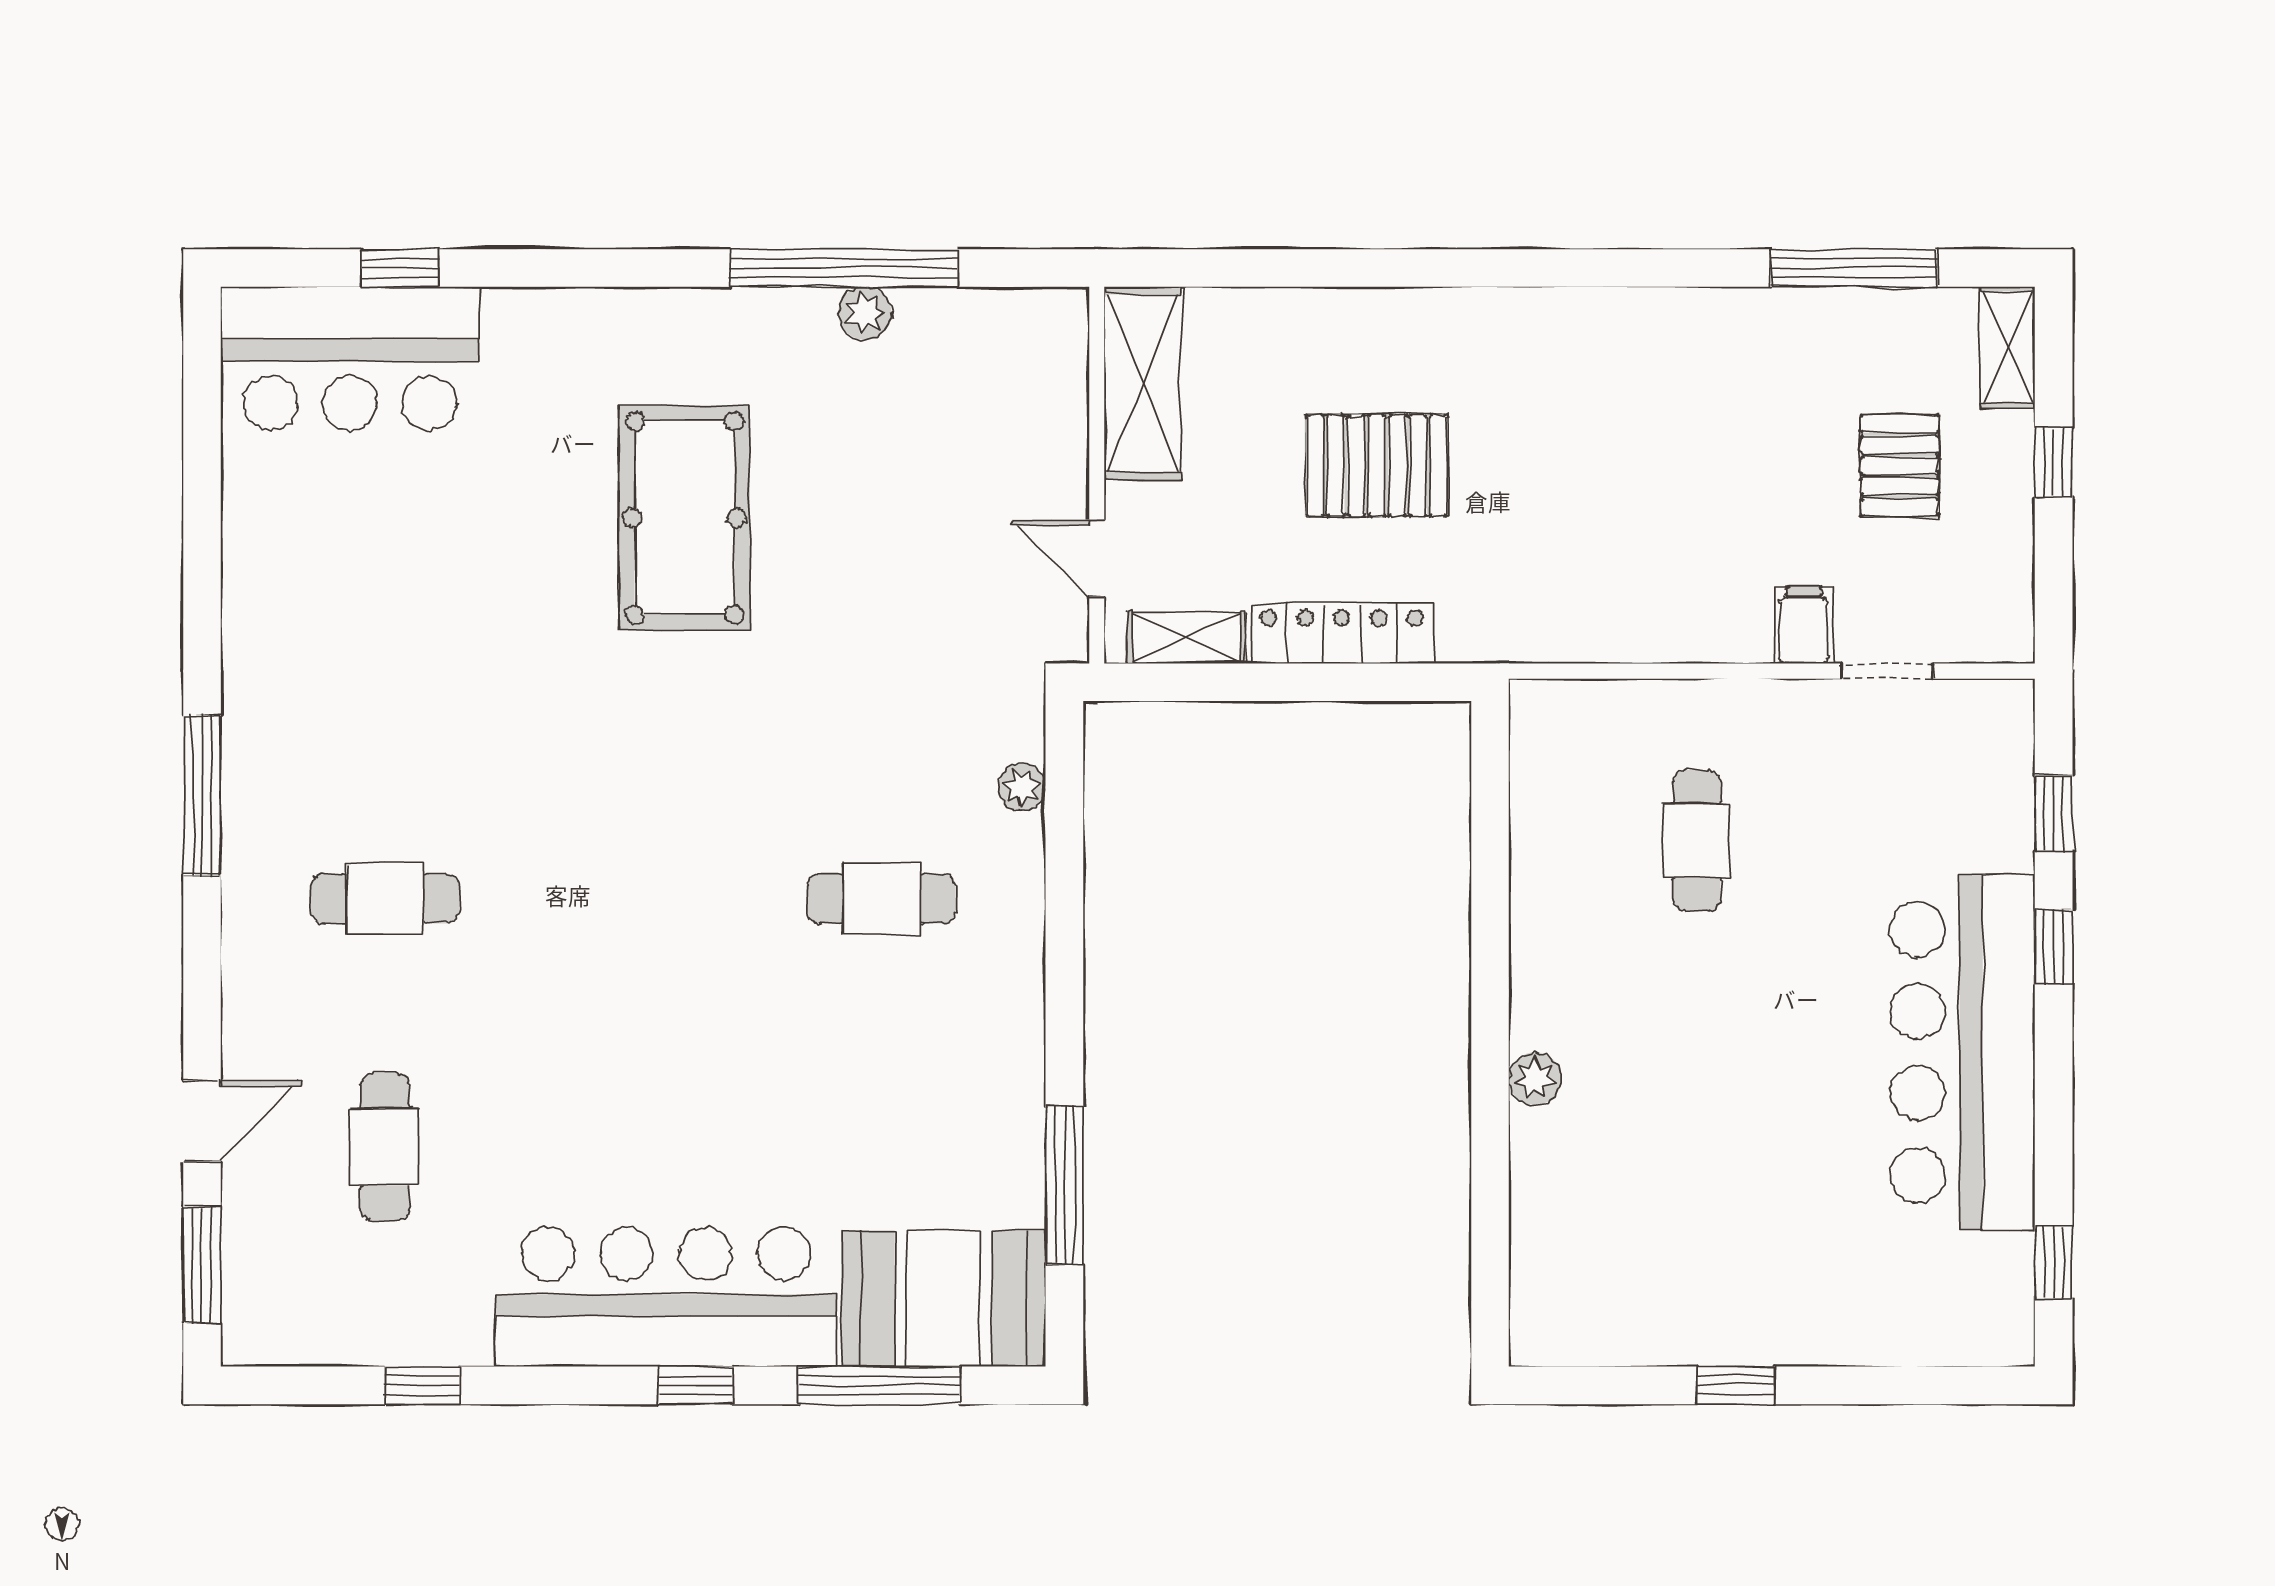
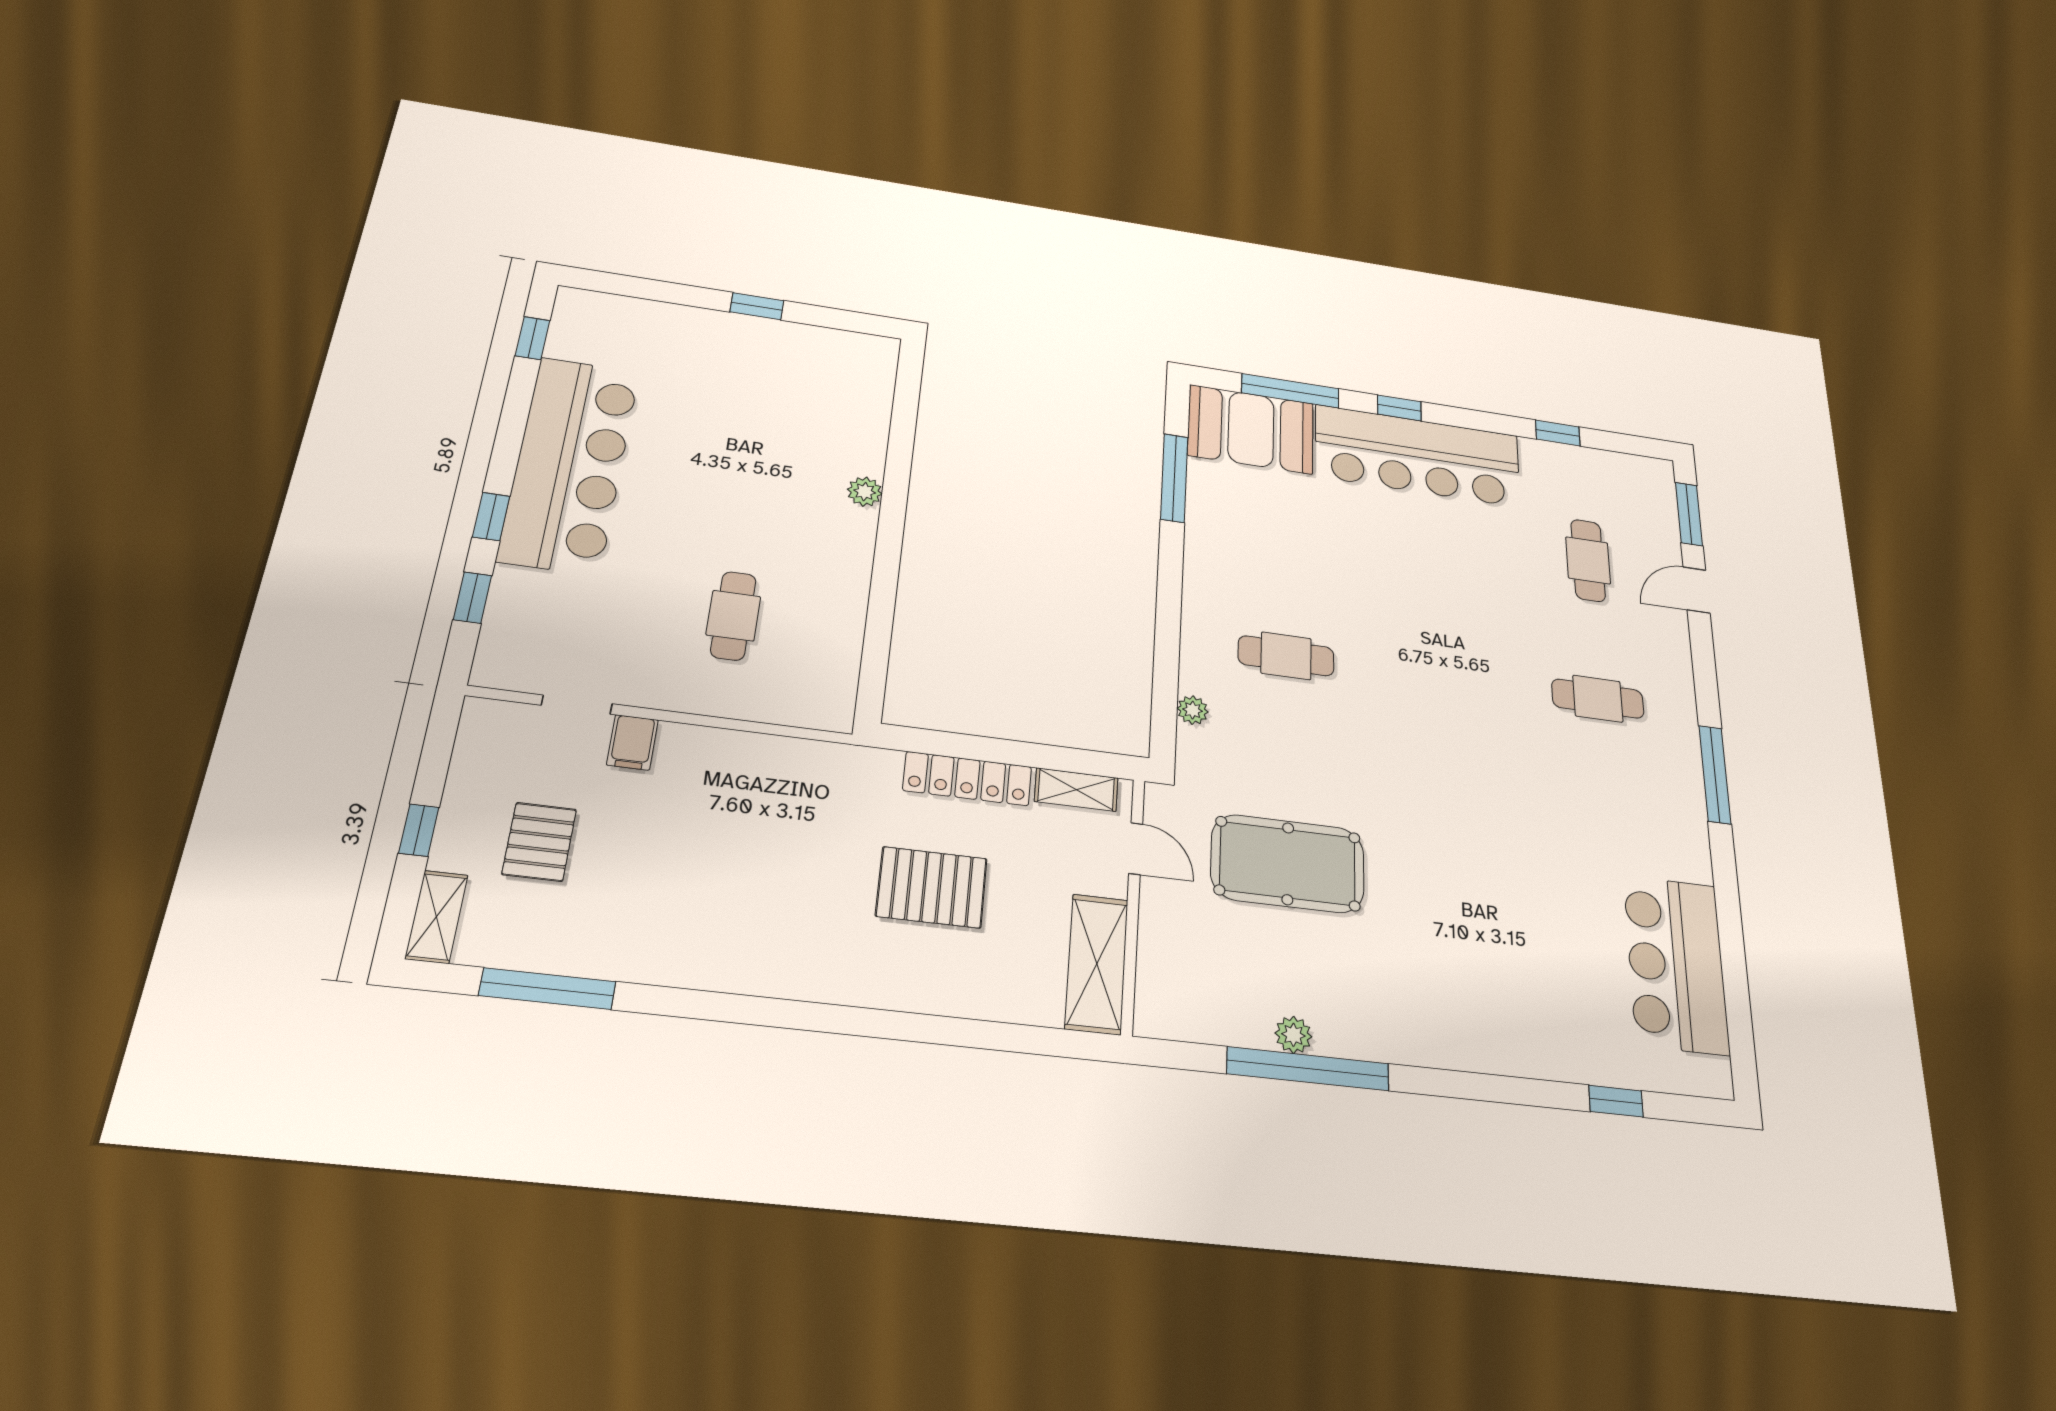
bar counter: (350, 358) -> (1676, 964), moved, turned -90
pool table: (684, 518) -> (1288, 864), moved, turned 90

